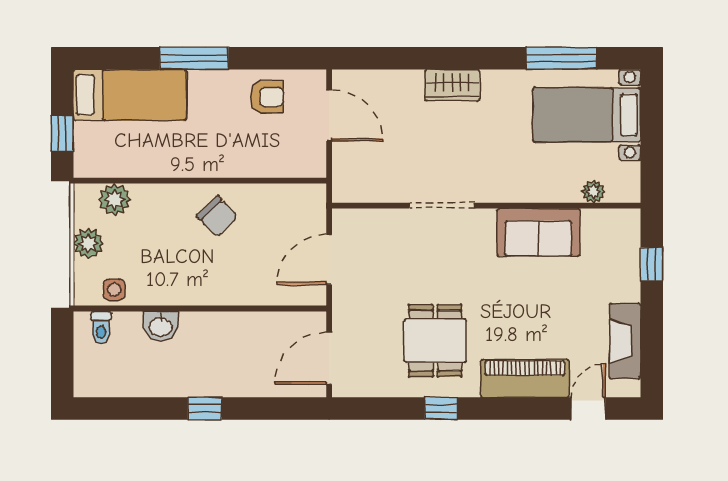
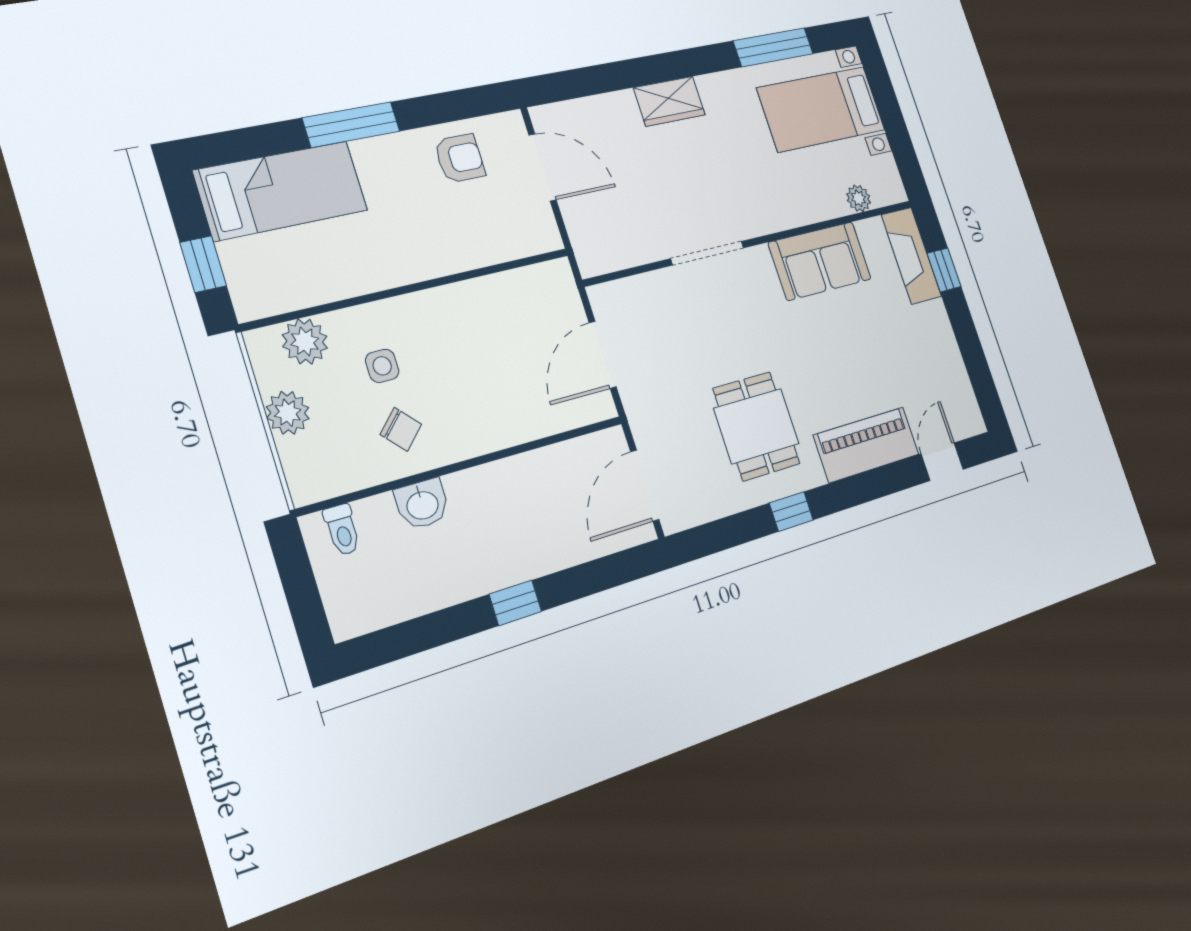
chair: (217, 216) -> (401, 429), moved, width x0.73, depth x0.73
side table: (114, 290) -> (382, 366), moved
fireplace: (625, 341) -> (911, 256), moved

